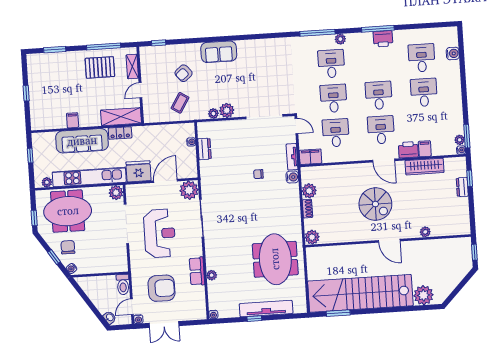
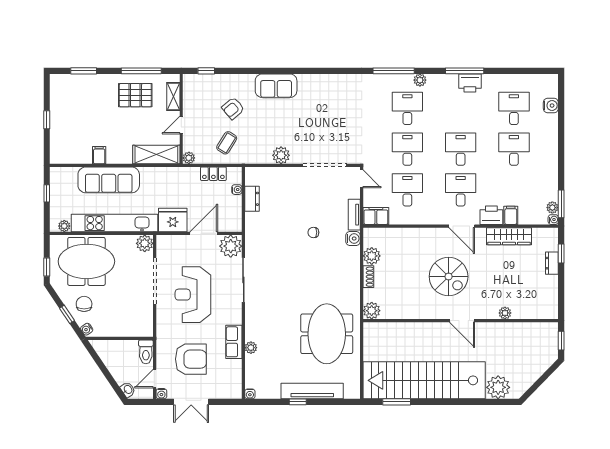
plant: (213, 114) -> (189, 158), moved
locker: (120, 133) -> (213, 174), moved
reception desk: (160, 233) -> (193, 295), turned 180

